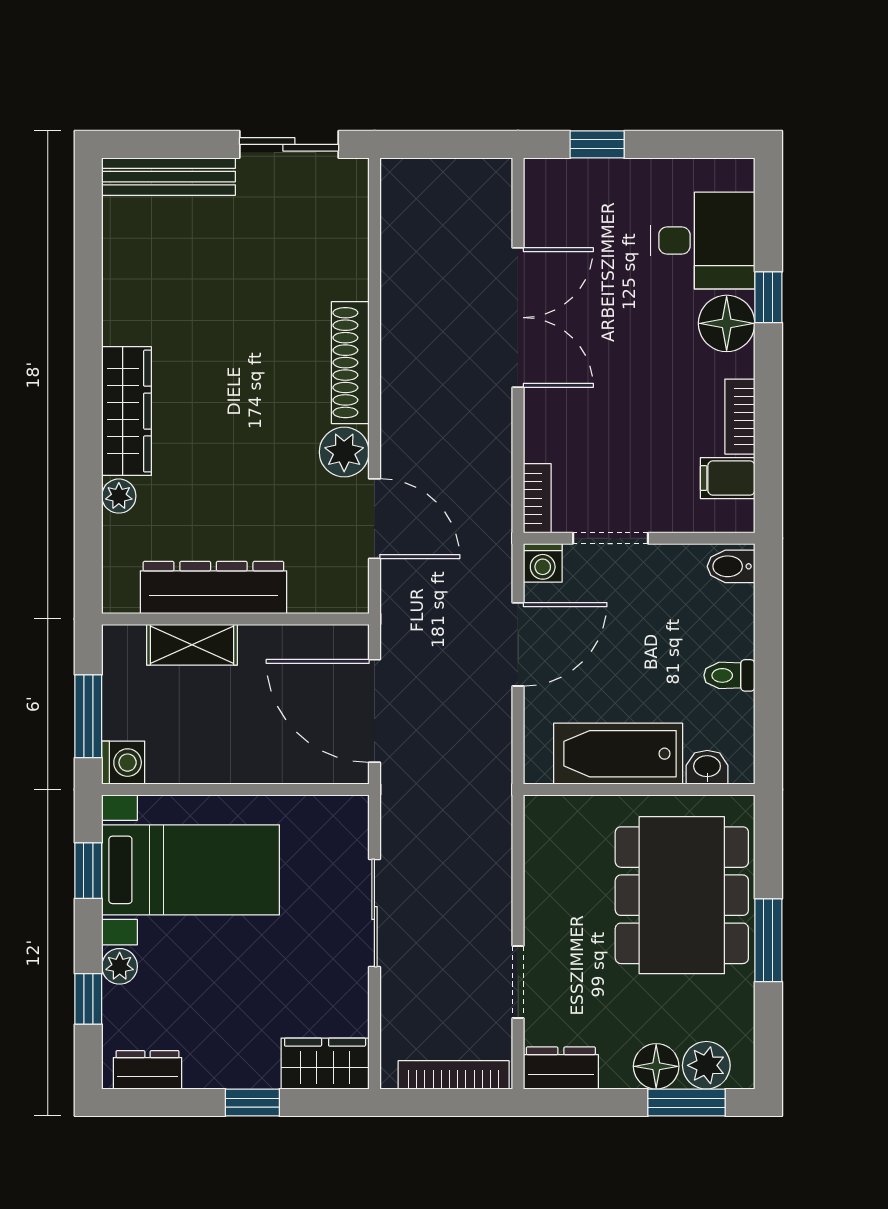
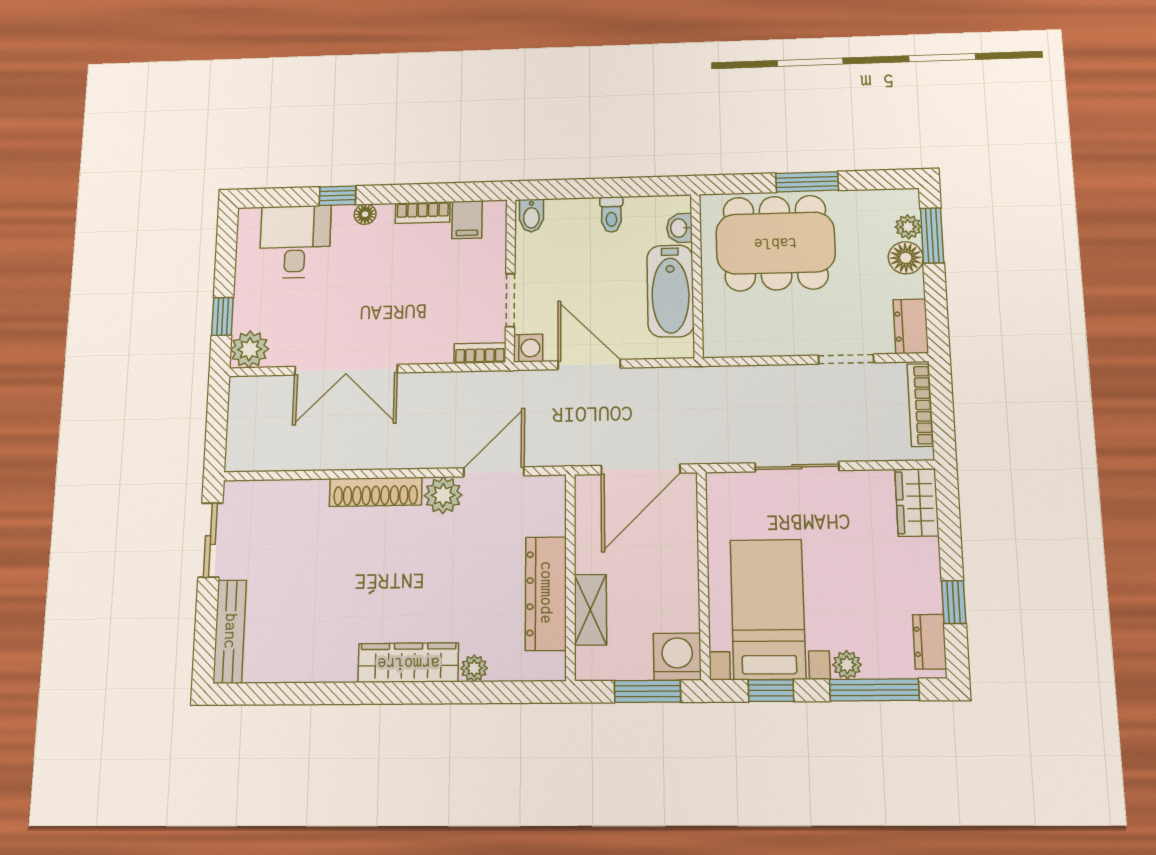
plant: (550, 184) -> (250, 349), added
double door: (518, 318) -> (346, 370), swing flipped
floor lamp: (727, 323) -> (365, 214), width x0.53, depth x0.53
washing machine: (123, 763) -> (677, 657), width x1.38, depth x1.38
window: (88, 999) -> (874, 690), width x2.17
plant: (706, 1065) -> (908, 227), width x0.73, depth x0.73
window: (252, 1103) -> (954, 602), moved

